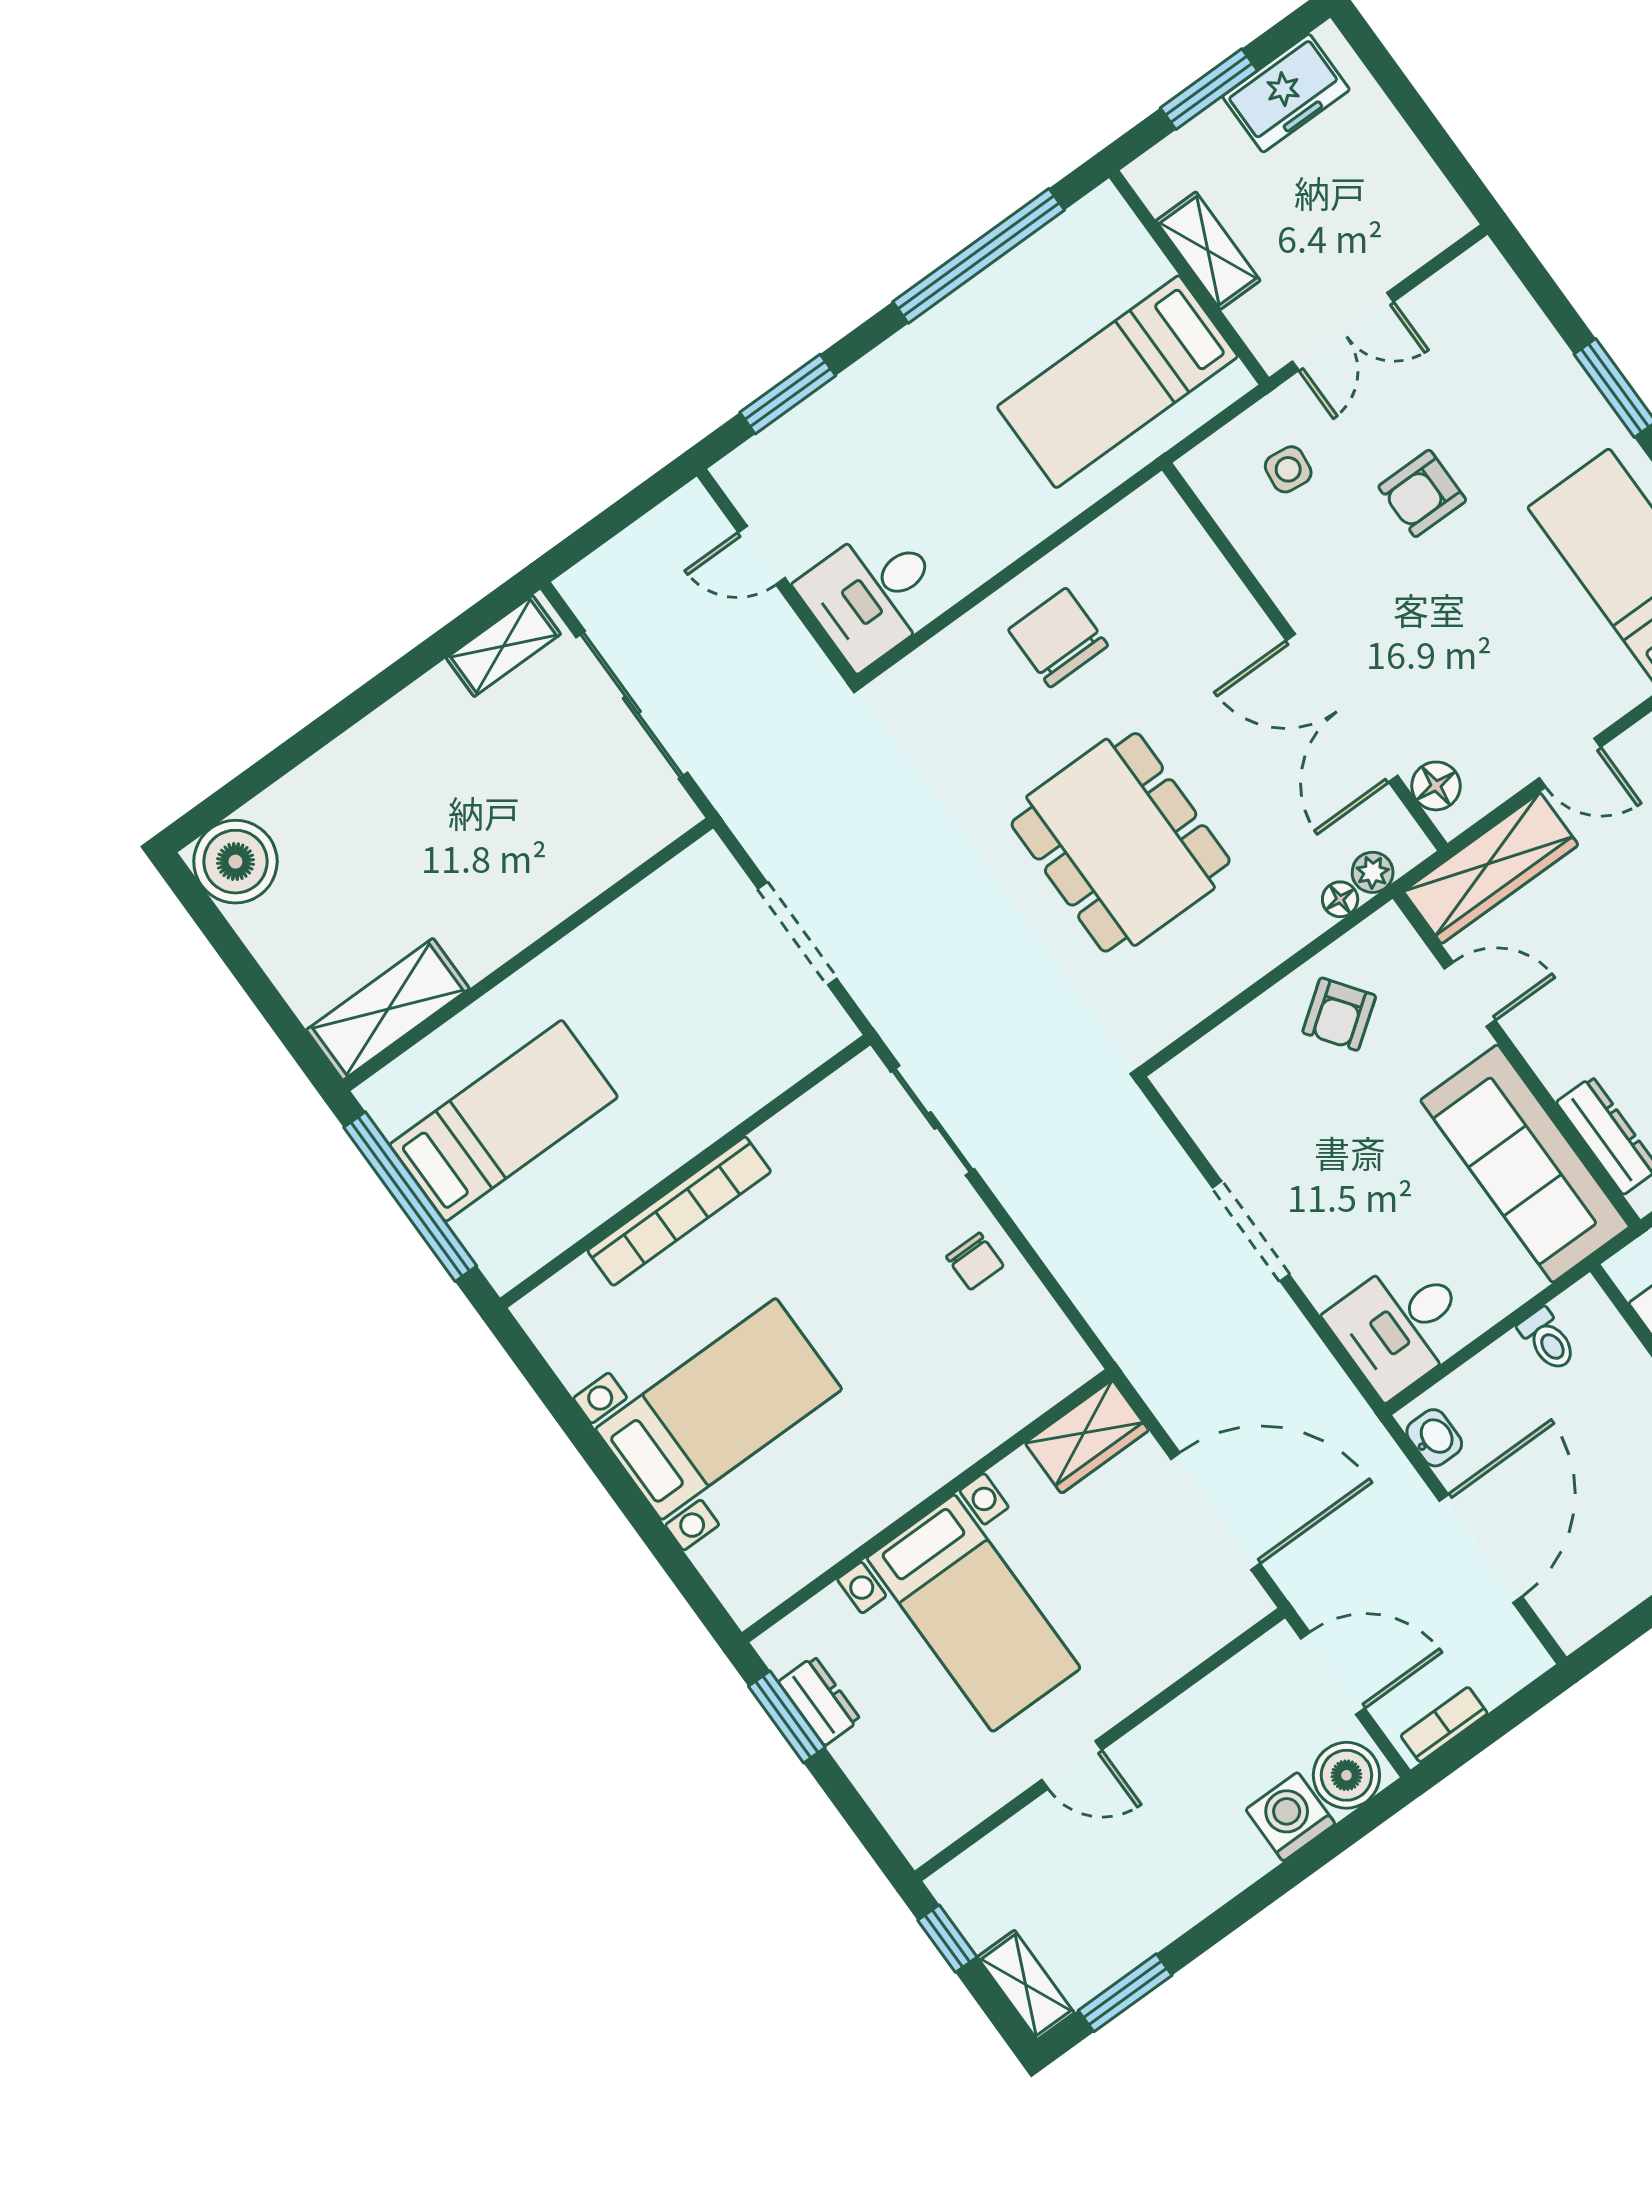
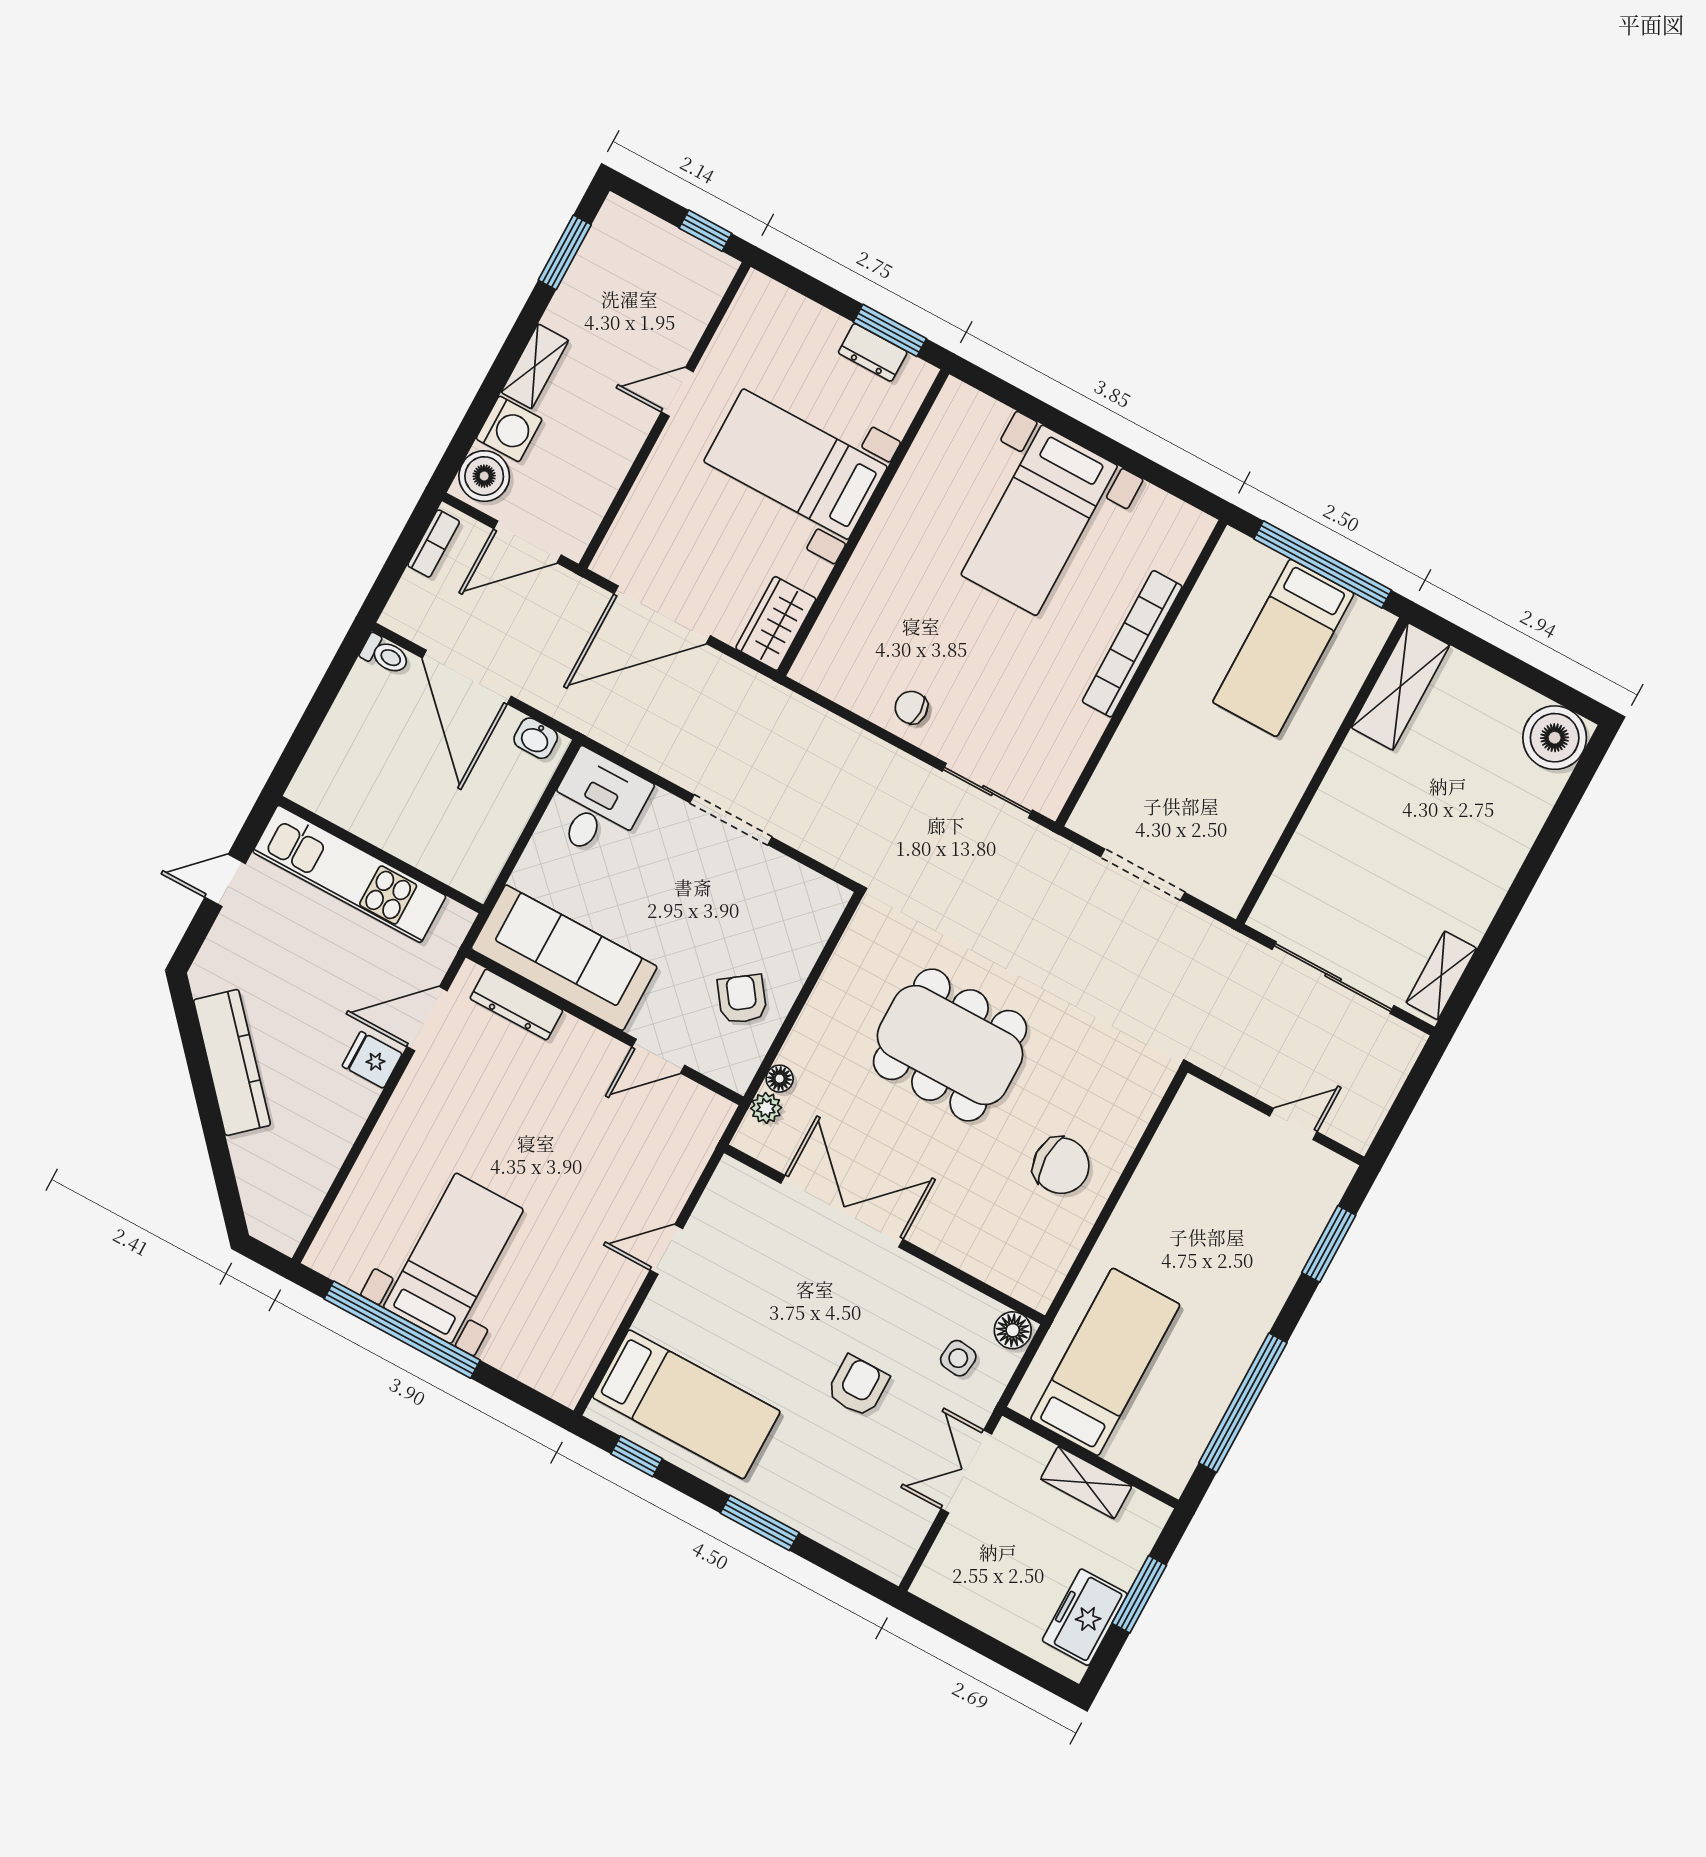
desk: (873, 594) -> (1203, 1134), removed
floor lamp: (1436, 786) -> (1013, 1330), moved
wardrobe: (1491, 868) -> (686, 1150), removed
toilet: (1548, 1340) -> (385, 655), moved, turned 180
shelving: (1026, 1985) -> (535, 366), moved, turned 90

